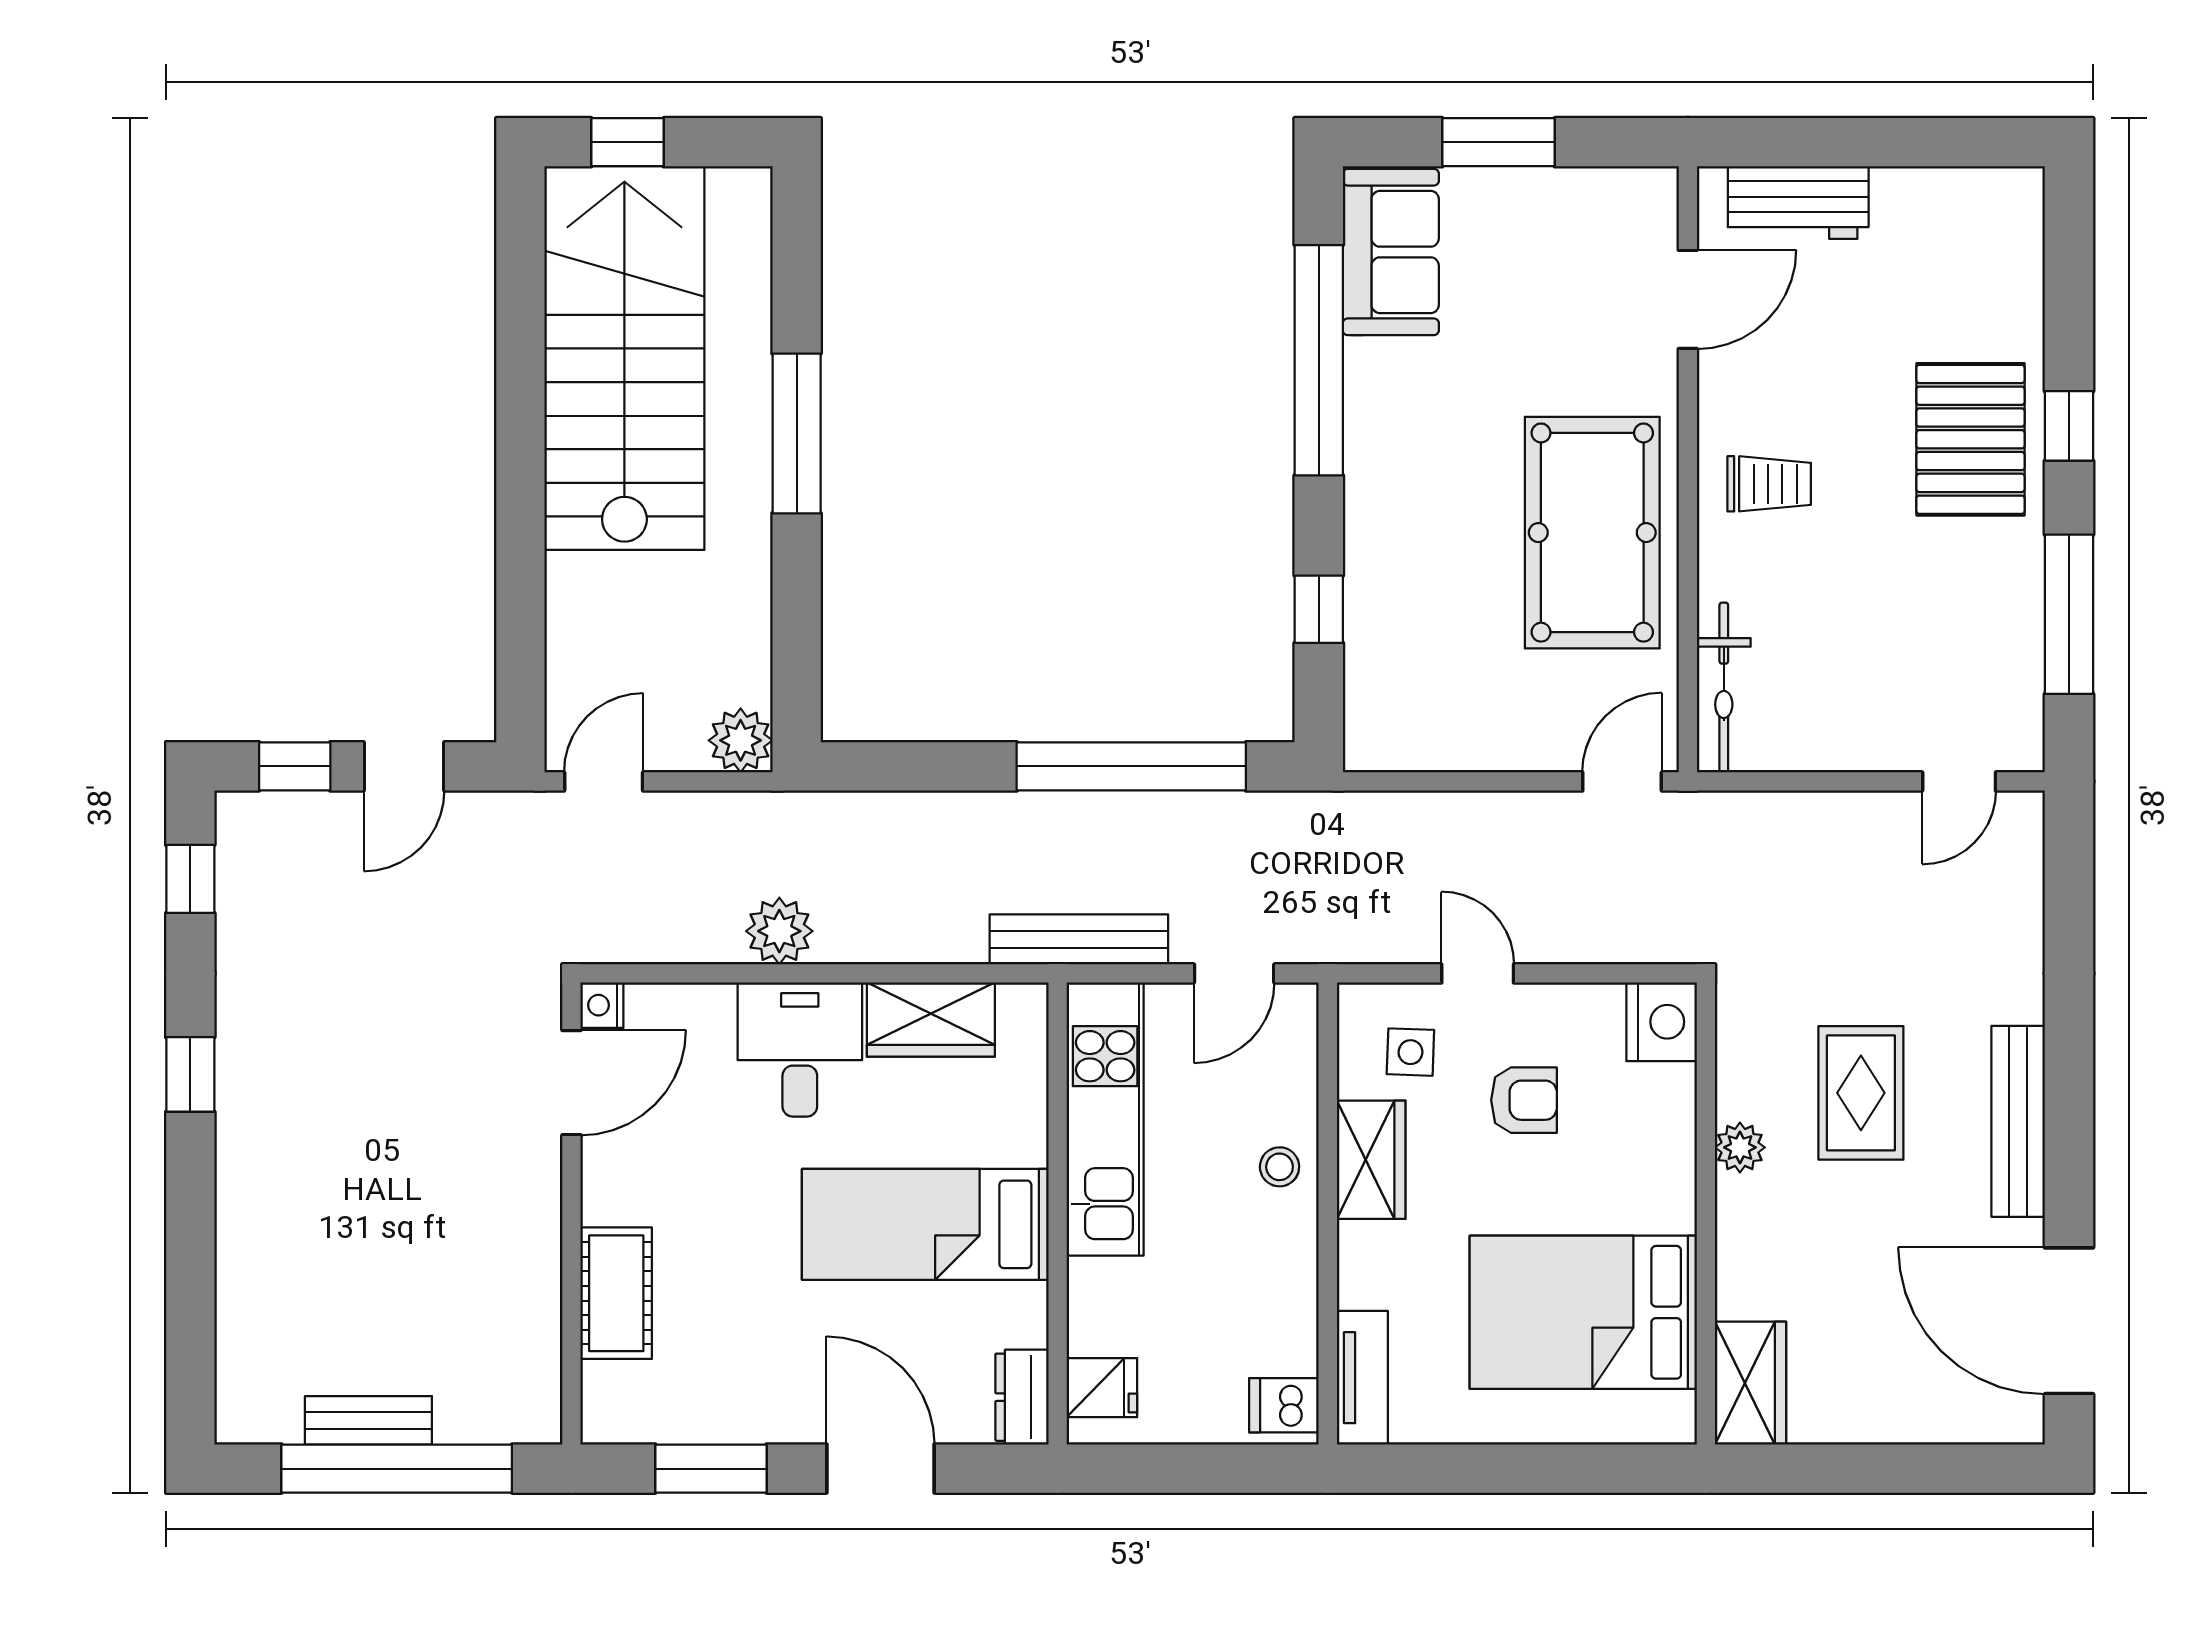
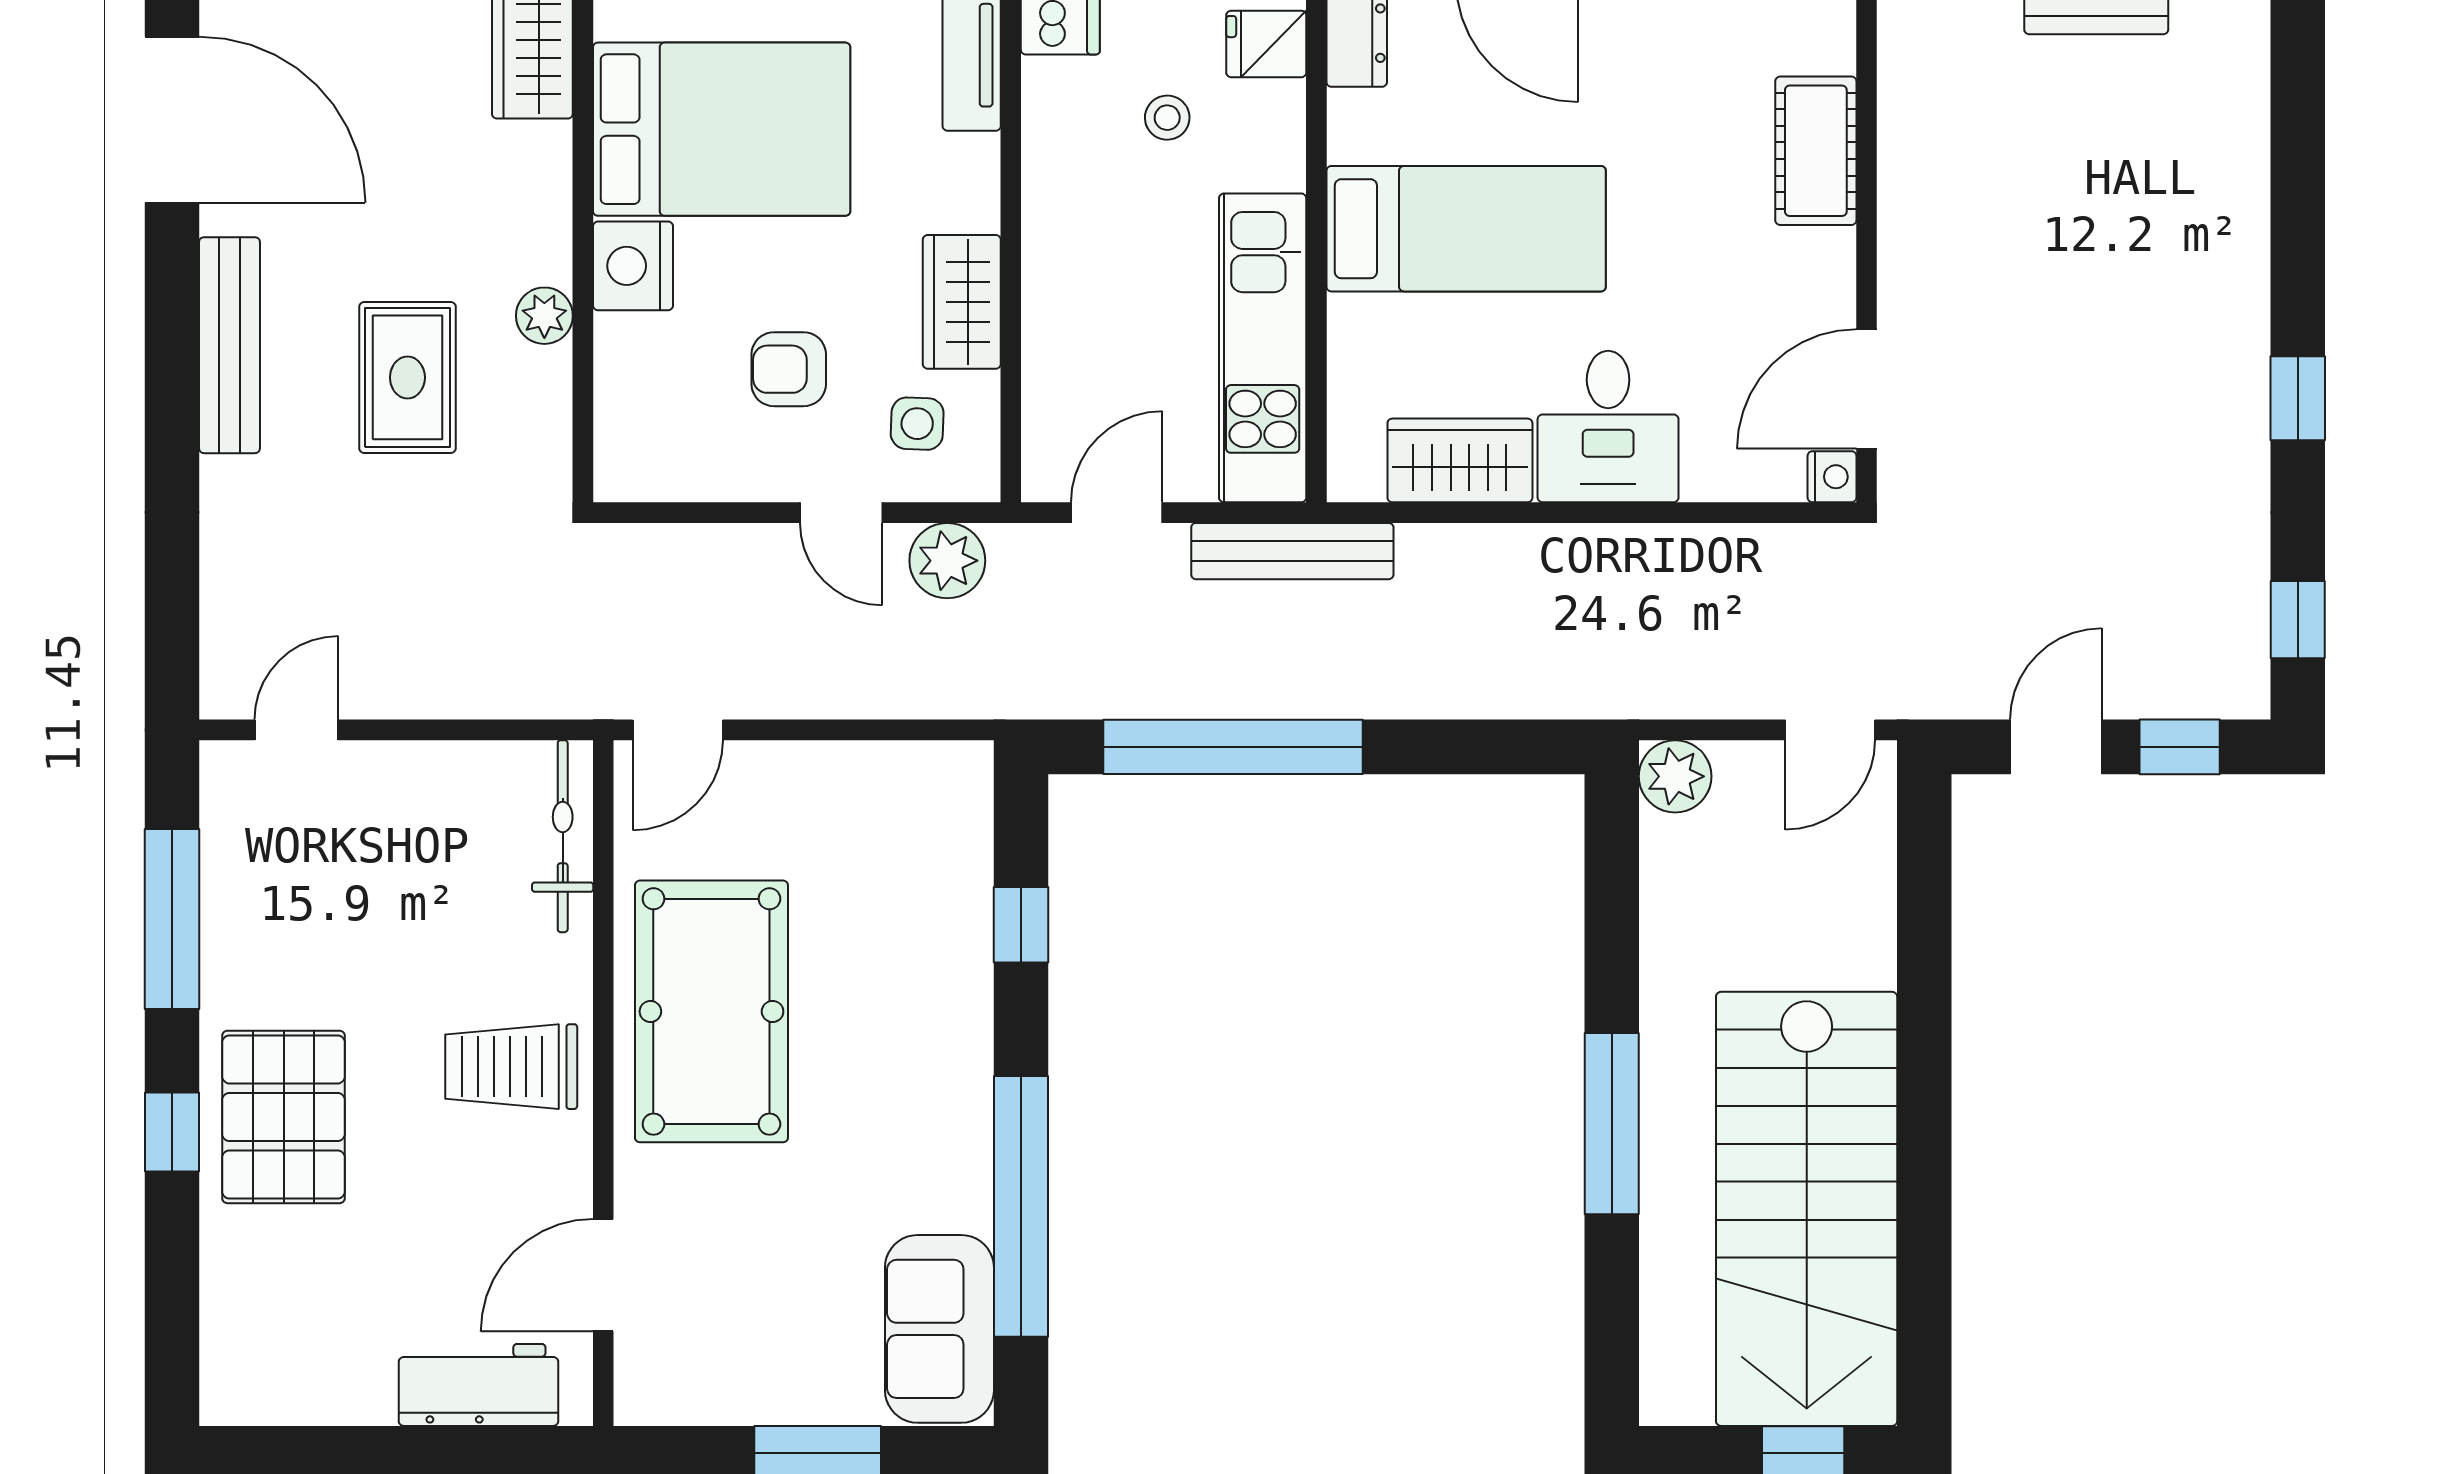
trolley: (1769, 484) -> (511, 1067), width x1.36, depth x1.39
plant: (779, 931) -> (947, 561), moved
nightstand: (1662, 1022) -> (633, 266), moved
stool: (1280, 1167) -> (1167, 118), moved

